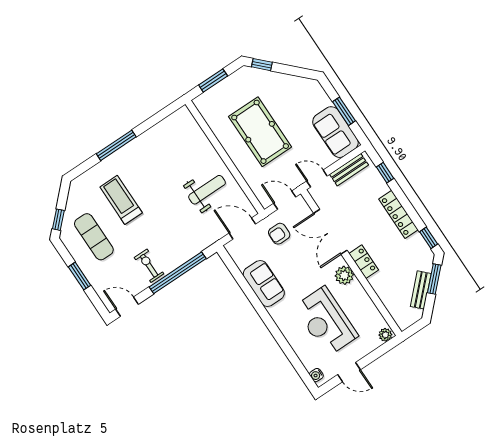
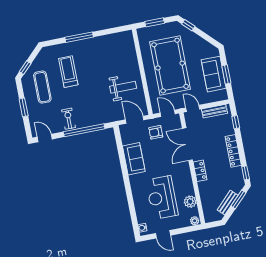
pool table: (260, 132) -> (170, 66), width x1.36, depth x1.32
sofa: (335, 132) -> (214, 74), moved
plant: (344, 275) -> (190, 202), moved

